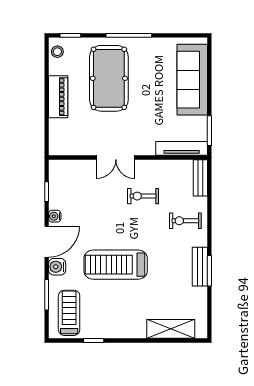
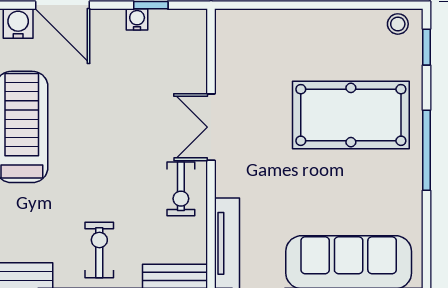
piano: (58, 97) -> (318, 25), removed
exercise bike: (143, 196) -> (181, 189), moved, turned 180
water cooler: (55, 216) -> (137, 19), moved

